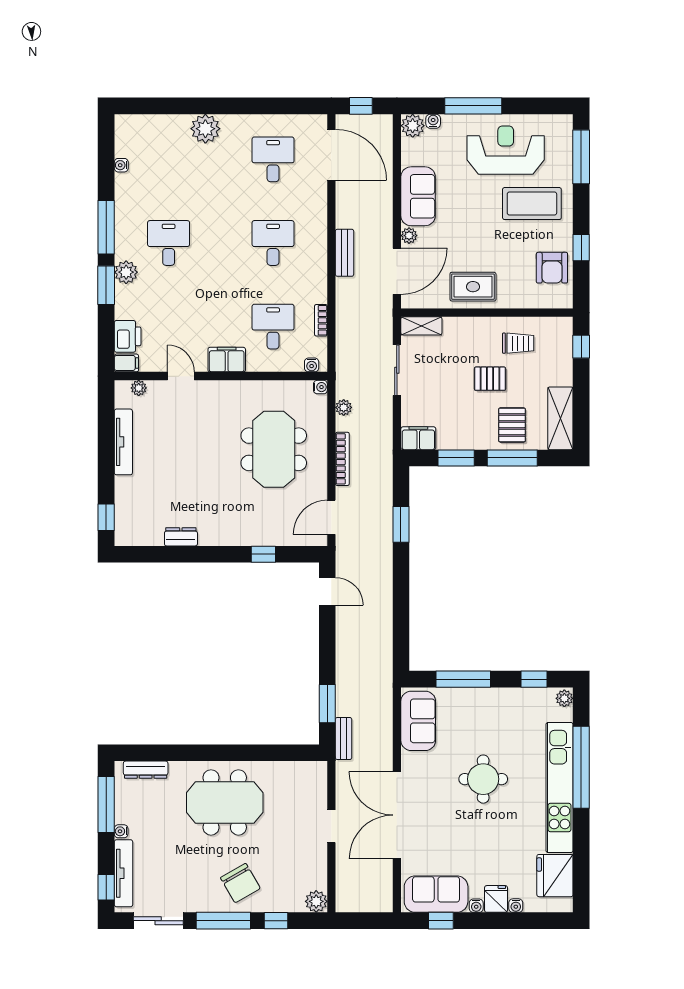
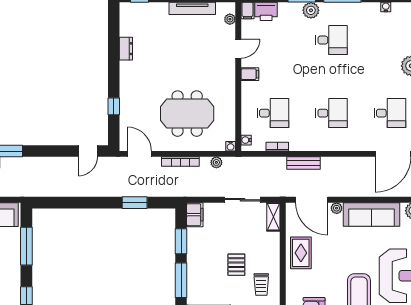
sofa: (418, 196) -> (371, 215), width x1.36
bench: (345, 253) -> (303, 163), moved
filing cabinet: (227, 360) -> (250, 74), width x0.50
pallet: (512, 425) -> (204, 280), removed

